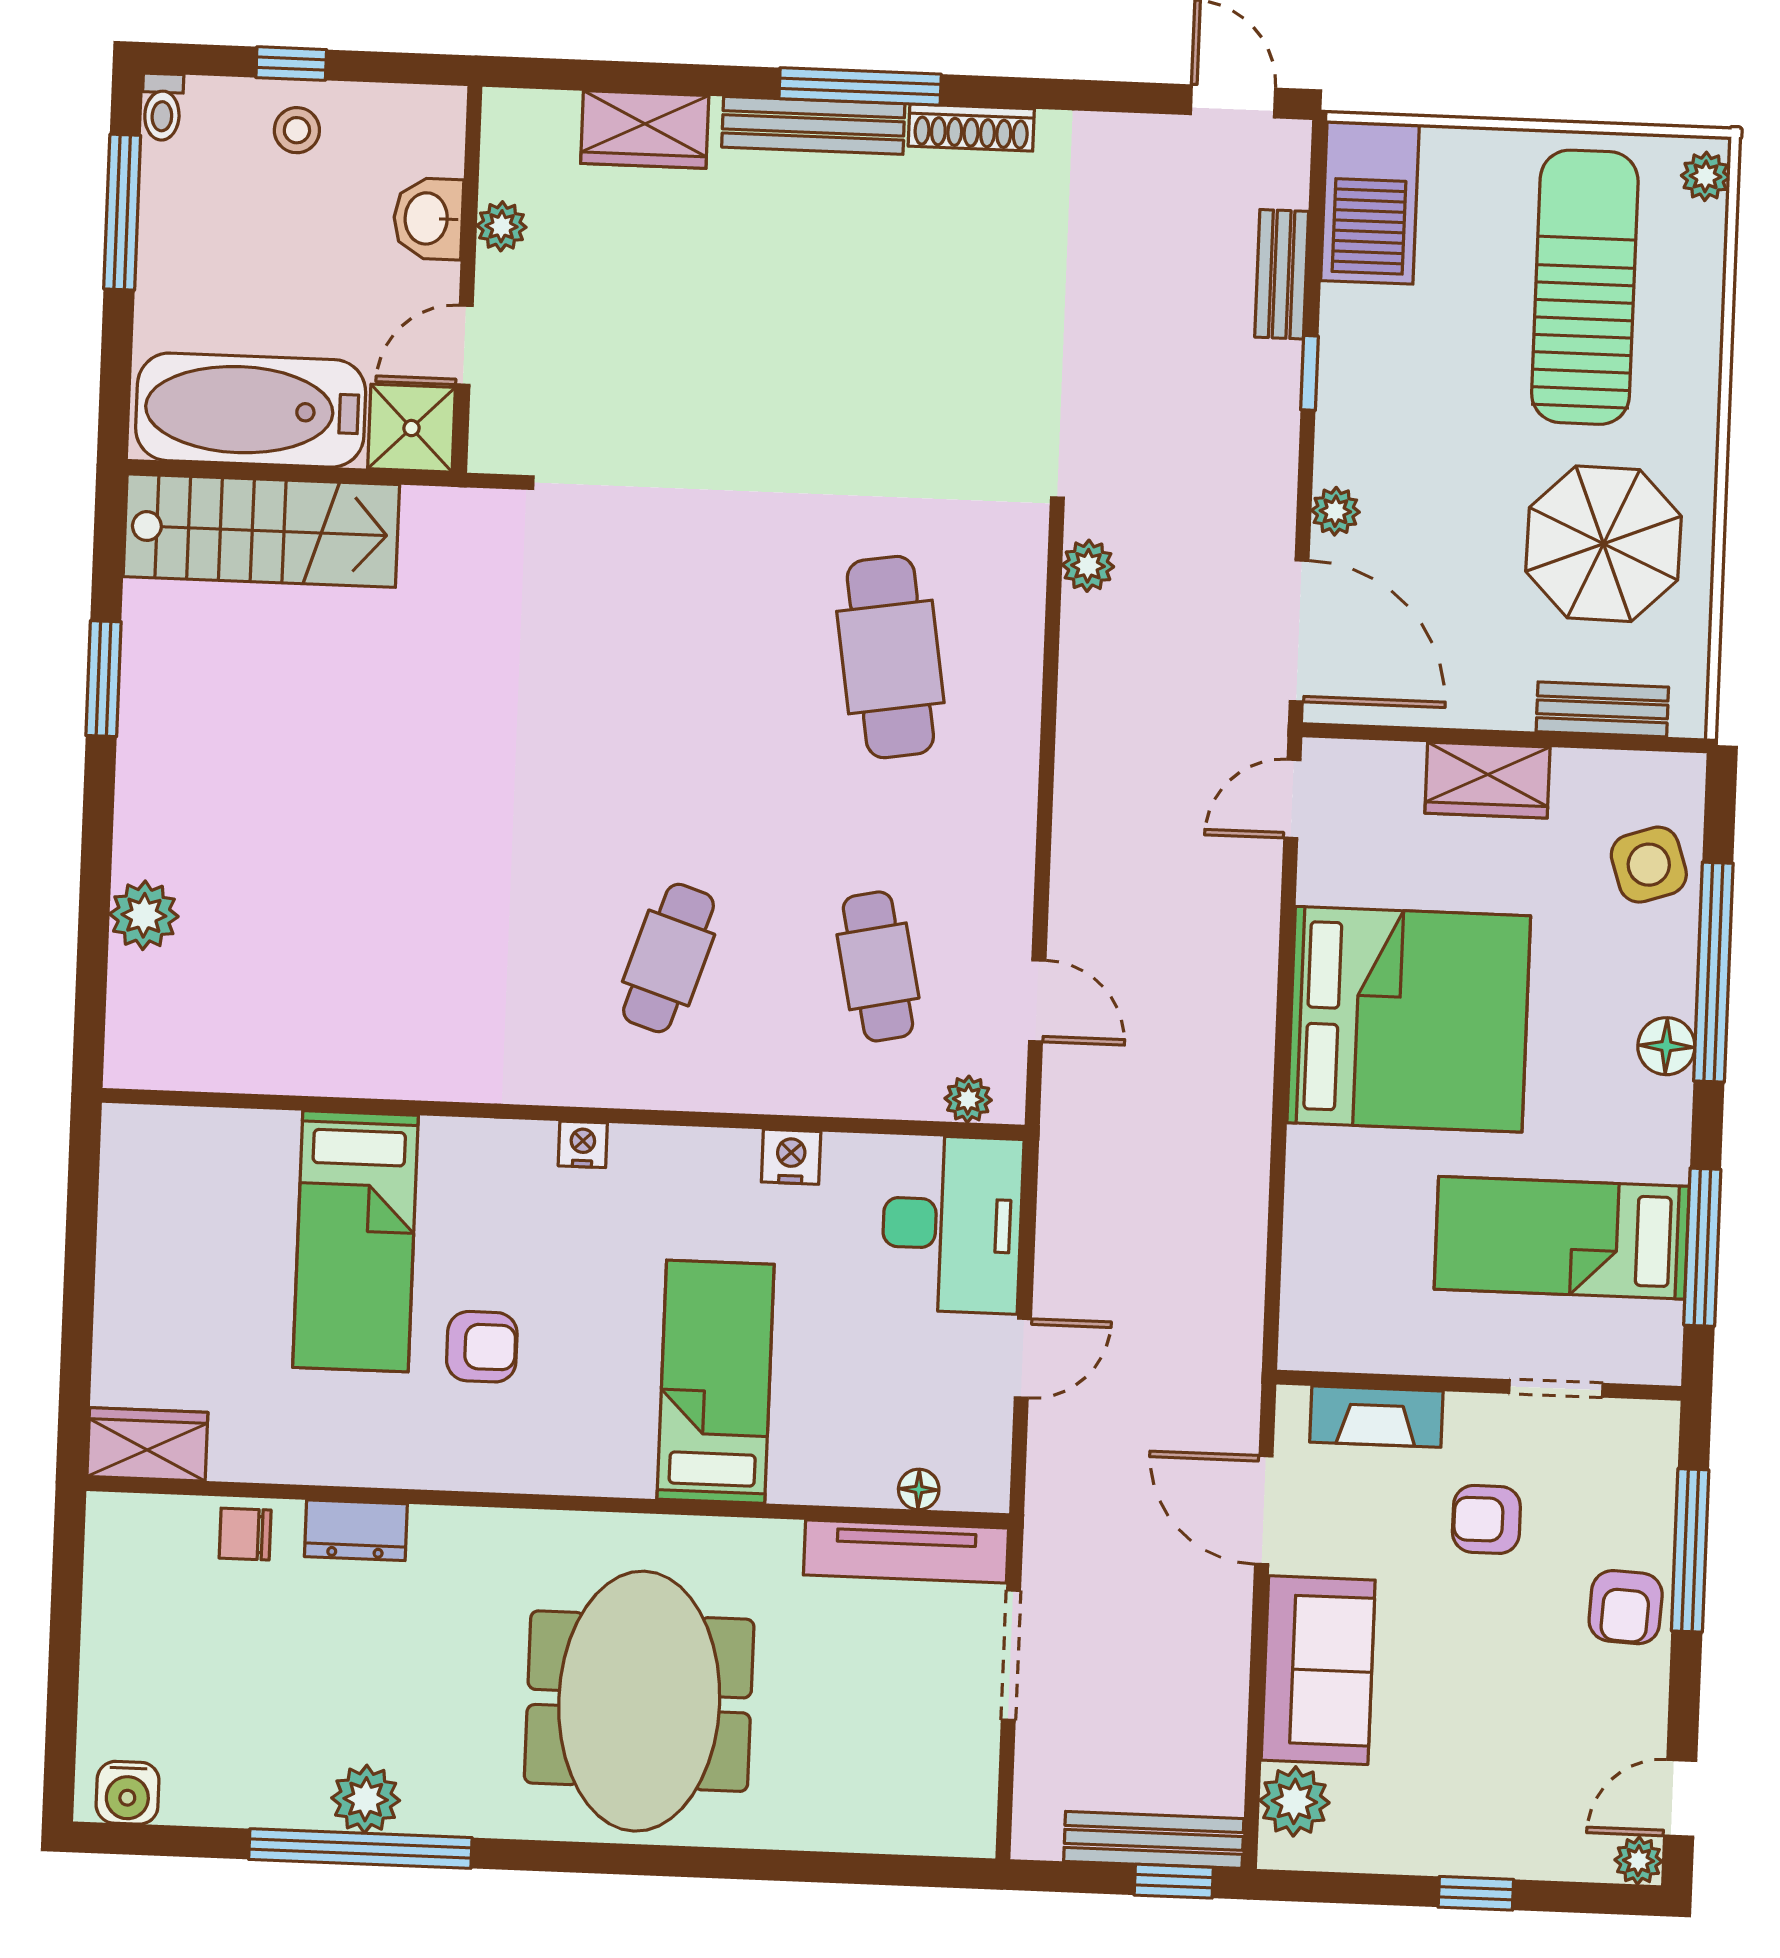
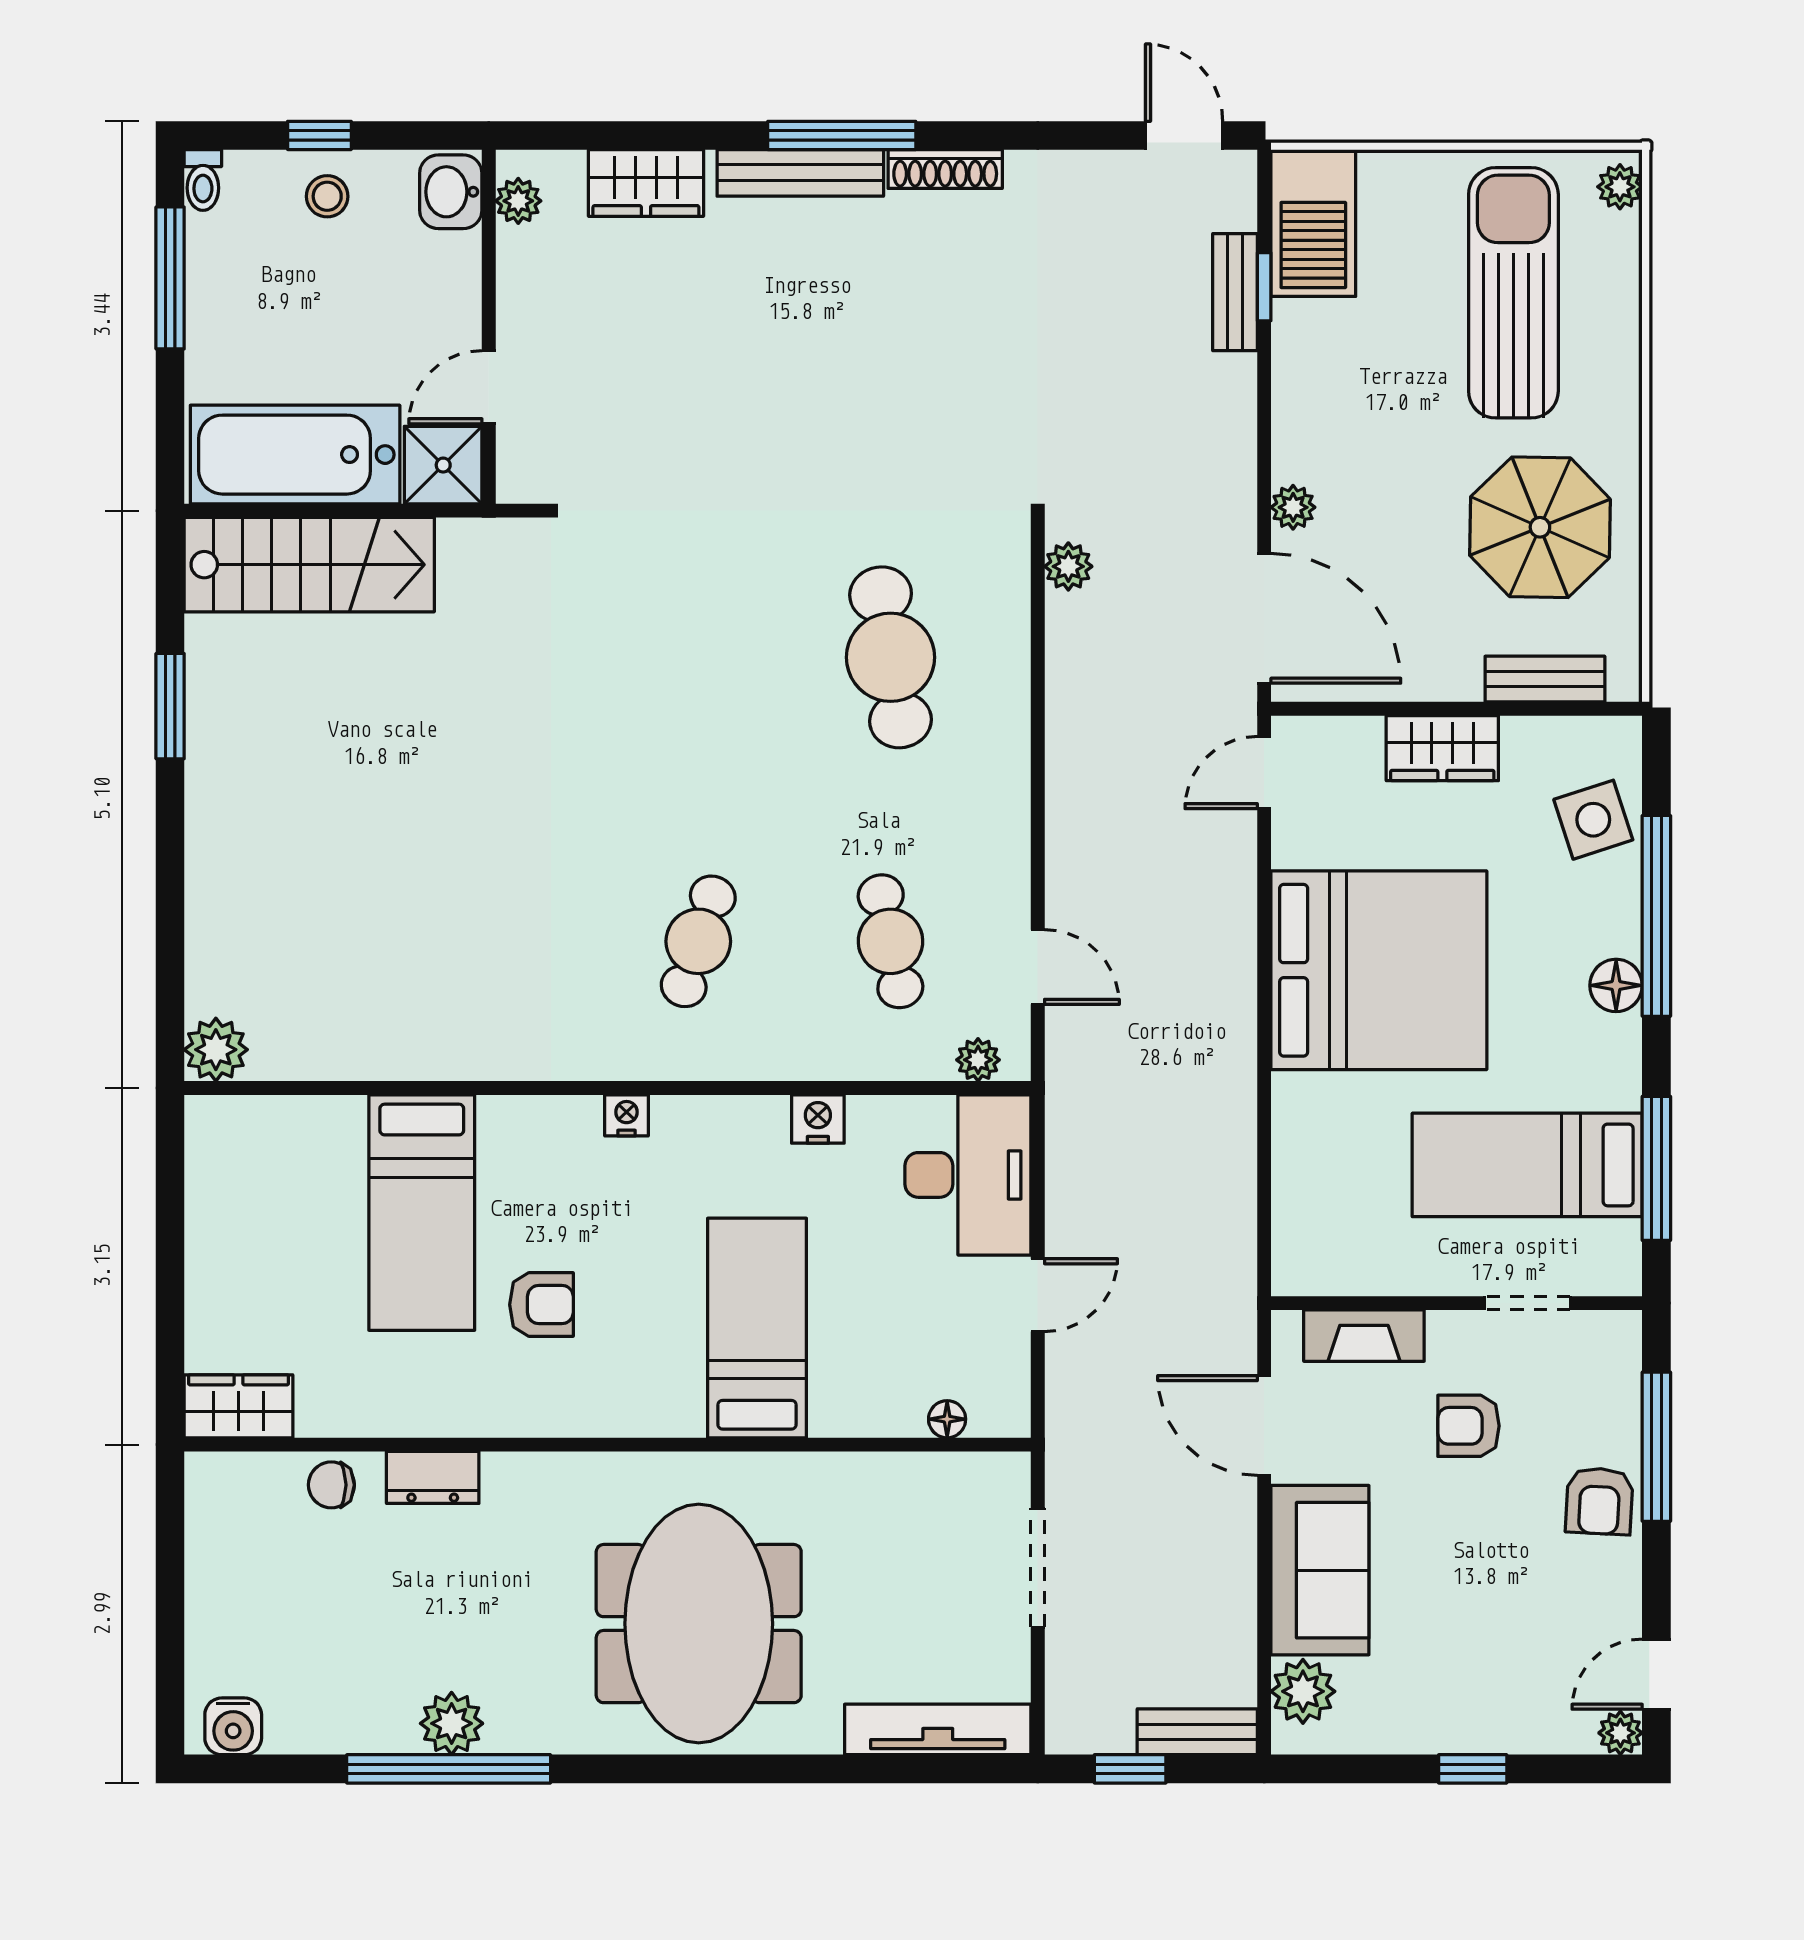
washbasin: (428, 219) -> (451, 192), moved
plant: (502, 226) -> (518, 201), moved
window: (1309, 373) -> (1264, 287), moved
plant: (144, 915) -> (216, 1050), moved
tv unit: (906, 1552) -> (938, 1729), moved, turned 180
bench: (1154, 1840) -> (1197, 1732), width x0.73
window: (1174, 1881) -> (1130, 1769), moved

